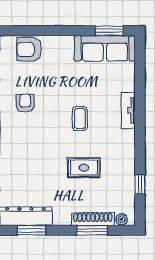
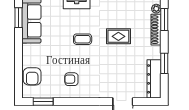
rug: (84, 168) -> (118, 36), turned 90
window: (31, 230) -> (164, 63), moved
window: (92, 230) -> (164, 20), moved

